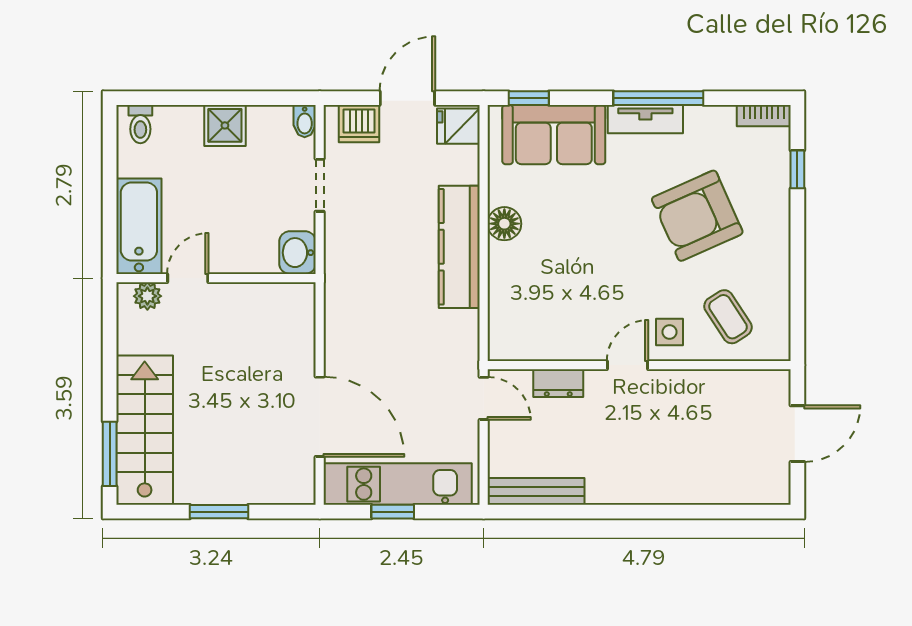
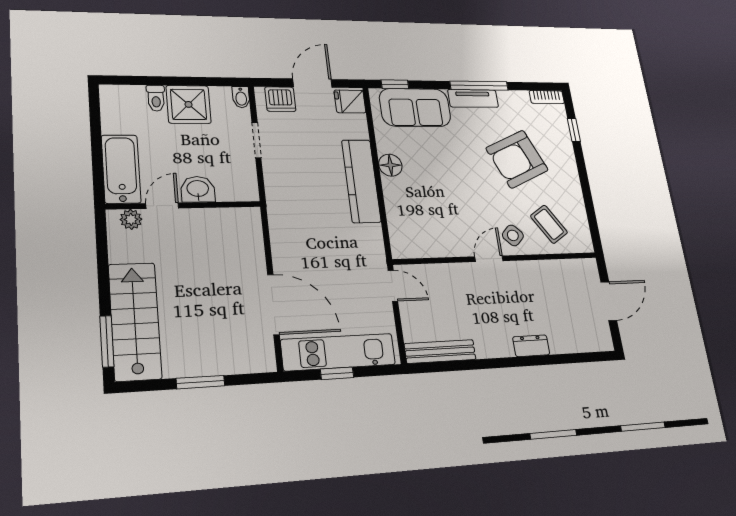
toilet: (140, 124) -> (156, 98), moved
shower: (225, 125) -> (189, 104), width x1.36, depth x1.36
washbasin: (297, 253) -> (198, 189), moved, turned 90
side table: (669, 332) -> (513, 235), turned 45
dresser: (558, 383) -> (531, 346), moved, turned 180

